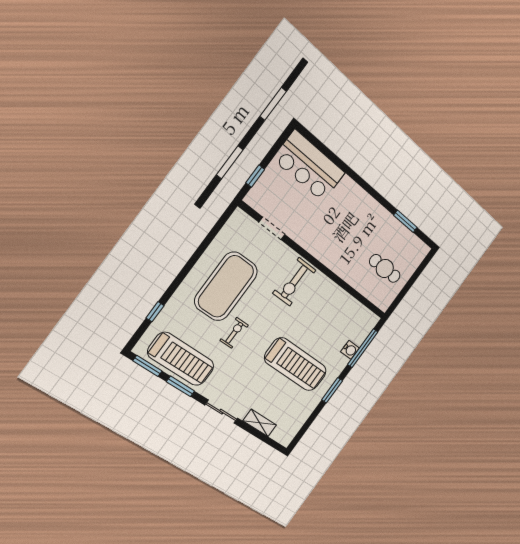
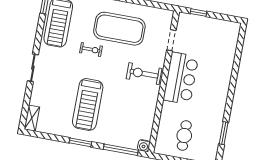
bar counter: (309, 166) -> (181, 78), moved, turned 180
water cooler: (350, 350) -> (144, 146), moved
window: (180, 386) -> (40, 31), removed
shelving: (260, 423) -> (32, 118), moved

